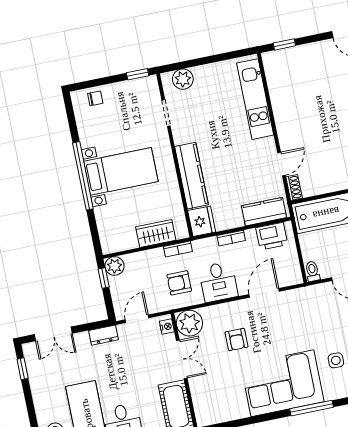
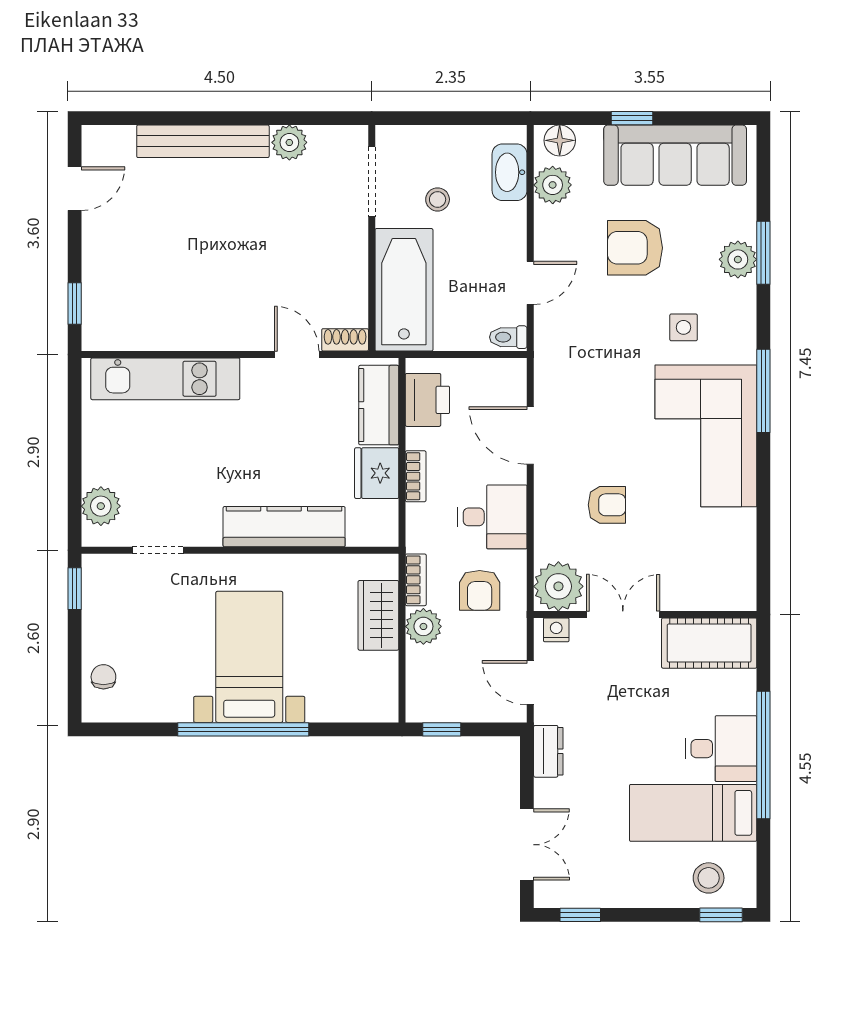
fridge: (202, 221) -> (377, 473), moved, turned -90
plant: (115, 266) -> (423, 626), moved

